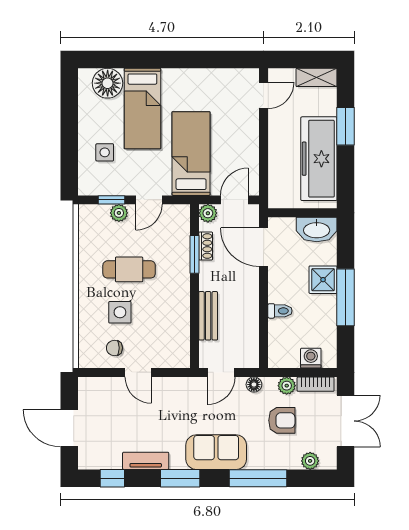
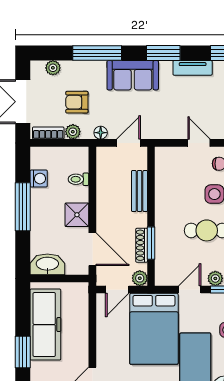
bed: (191, 154) -> (154, 329), width x1.50
shoe rack: (206, 246) -> (142, 245), width x1.43
shower: (323, 280) -> (77, 215), moved
toilet: (280, 311) -> (79, 179), moved
washing machine: (311, 358) -> (39, 179), moved, turned -90

